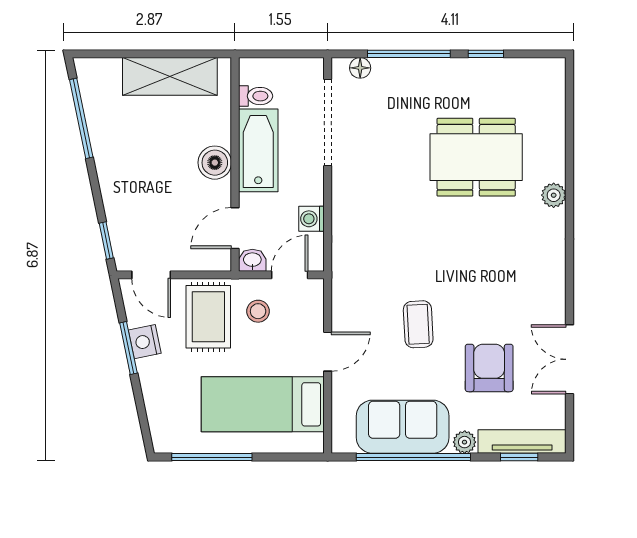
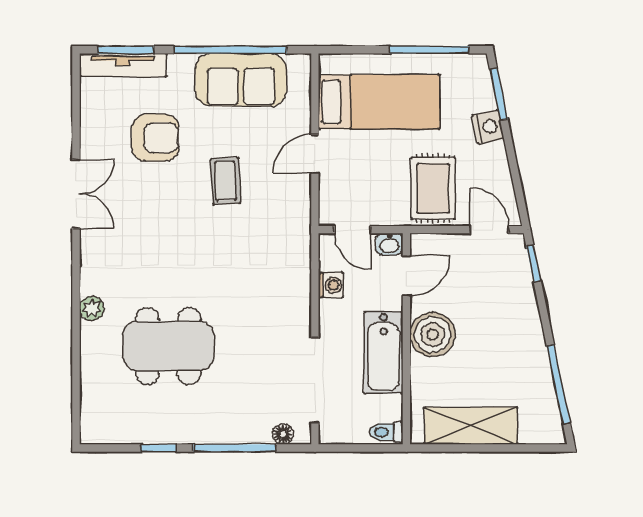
toilet: (256, 96) -> (386, 432), moved
boiler: (215, 163) -> (432, 335), width x1.37, depth x1.37
door: (290, 275) -> (352, 230), hinge flipped
stool: (258, 311) -> (384, 194), removed
nightstand: (145, 342) -> (488, 127), moved
window: (128, 348) -> (499, 94), moved
double door: (570, 359) -> (76, 194), moved
armchair: (489, 368) -> (155, 138), turned -90
plant: (465, 442) -> (180, 65), removed
window: (519, 457) -> (126, 50), width x1.50

